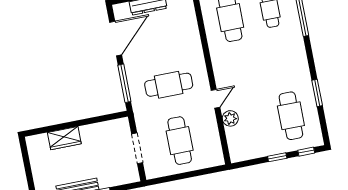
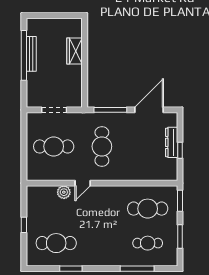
door: (116, 38) -> (149, 110), swing flipped
door: (215, 99) -> (83, 183), hinge flipped
window: (306, 152) -> (24, 250), removed

